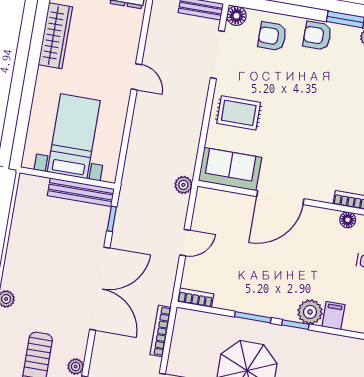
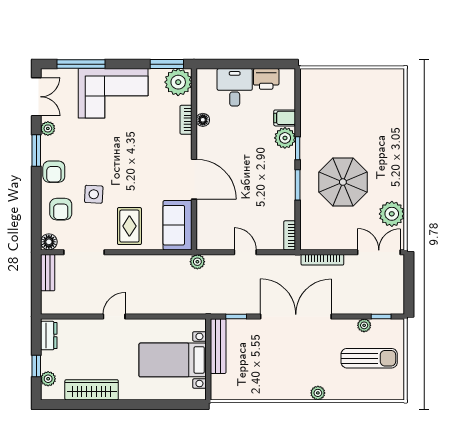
side table: (283, 78) -> (94, 194), added

